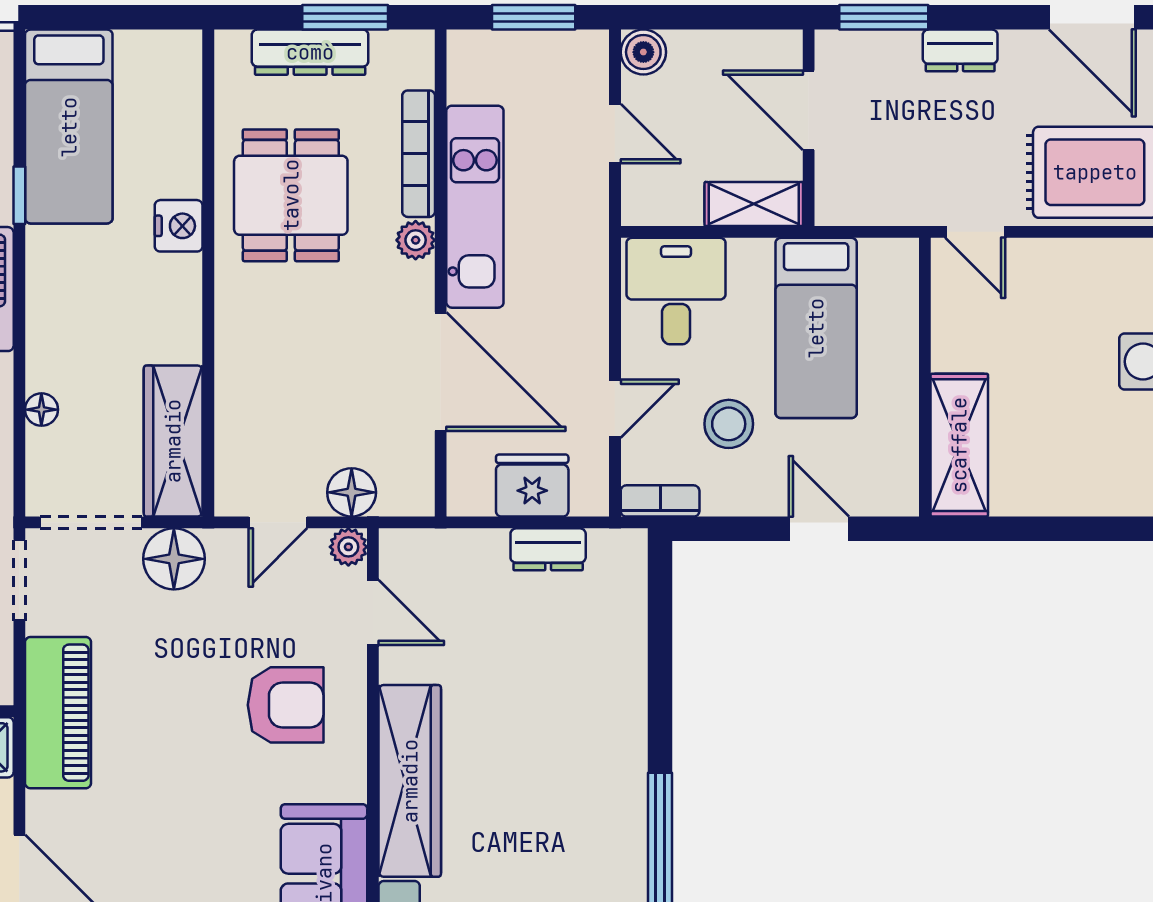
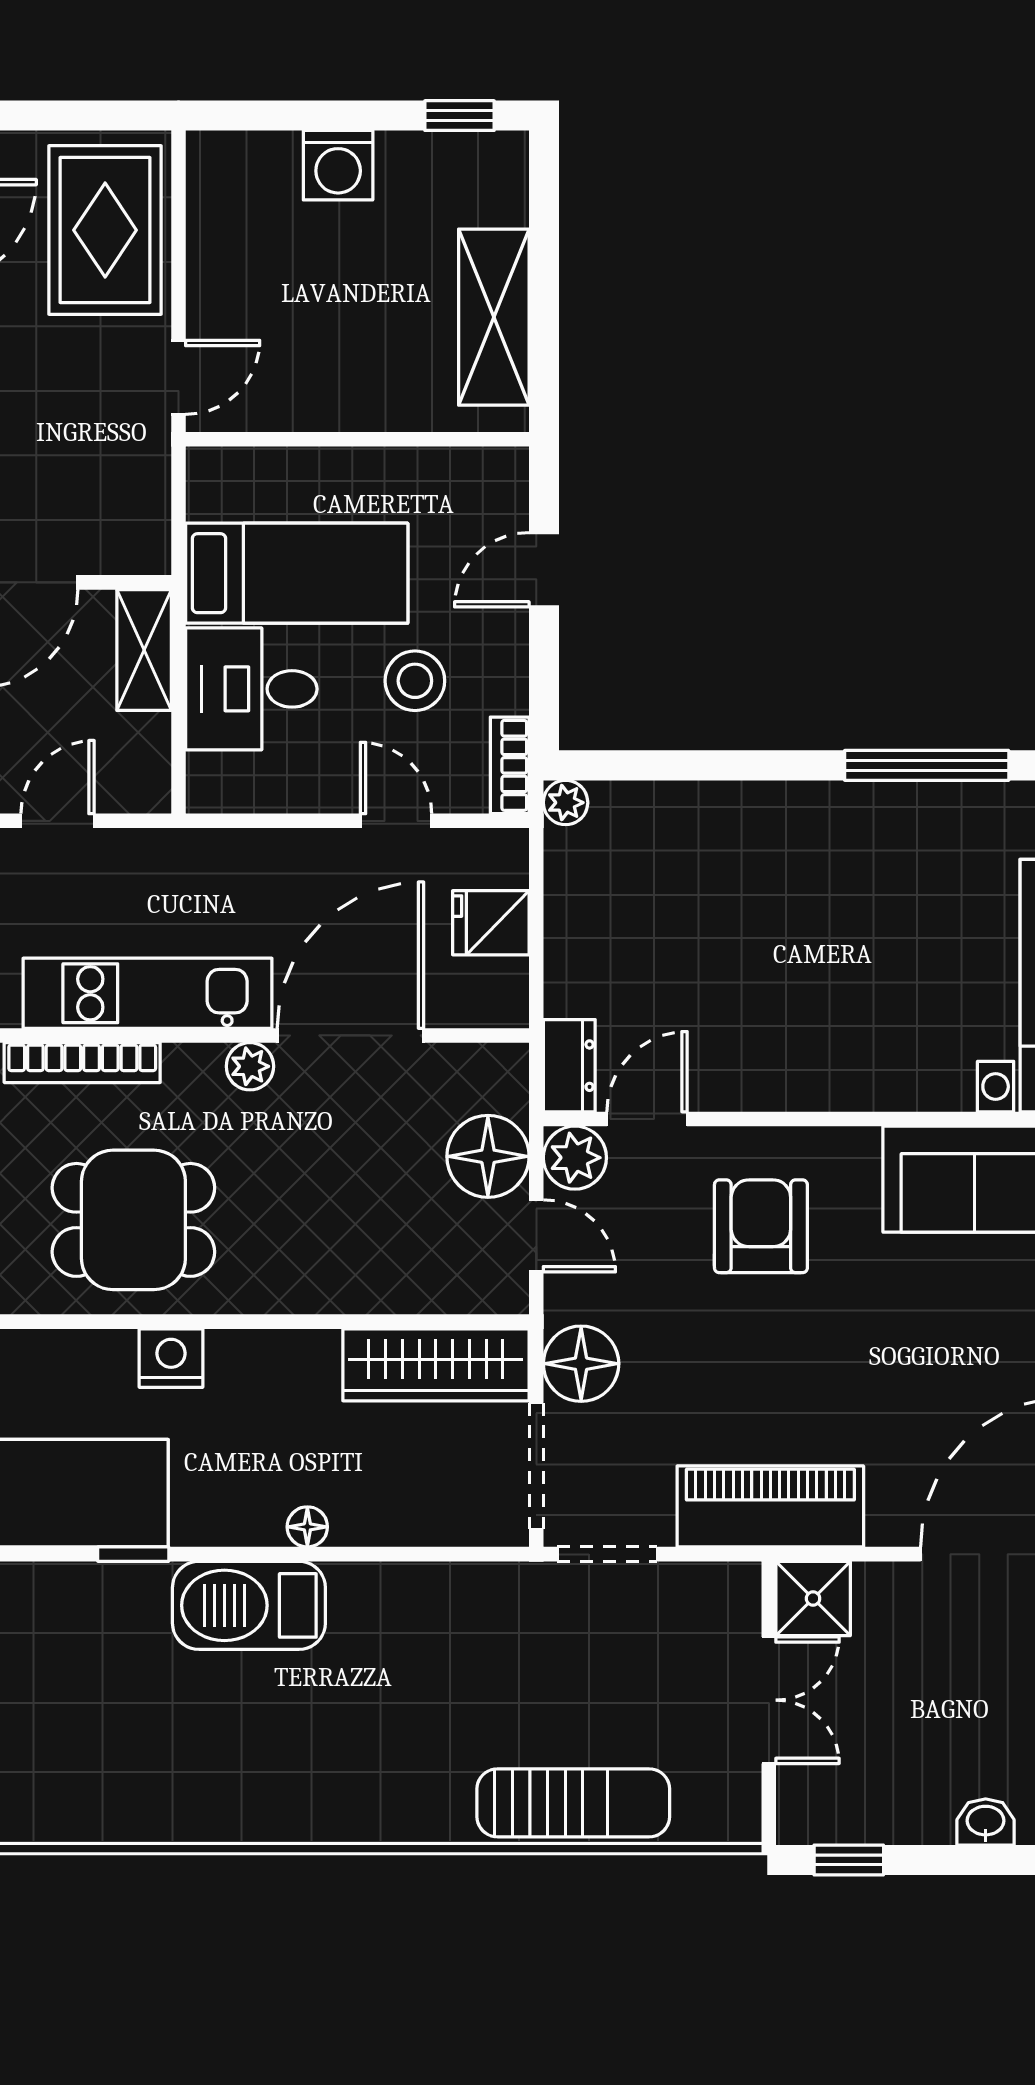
plant: (416, 240) -> (250, 1066), moved
desk: (676, 291) -> (251, 689), moved
floor lamp: (41, 410) -> (307, 1527), moved
shelving: (959, 445) -> (494, 317), moved, turned 90
fridge: (532, 486) -> (491, 923), width x0.72
floor lamp: (352, 492) -> (488, 1156), width x1.38, depth x1.38
plant: (630, 546) -> (566, 803), added
plant: (348, 547) -> (575, 1158), width x1.38, depth x1.38
dresser: (548, 549) -> (569, 1066), moved
wardrobe: (410, 781) -> (854, 1073), removed

